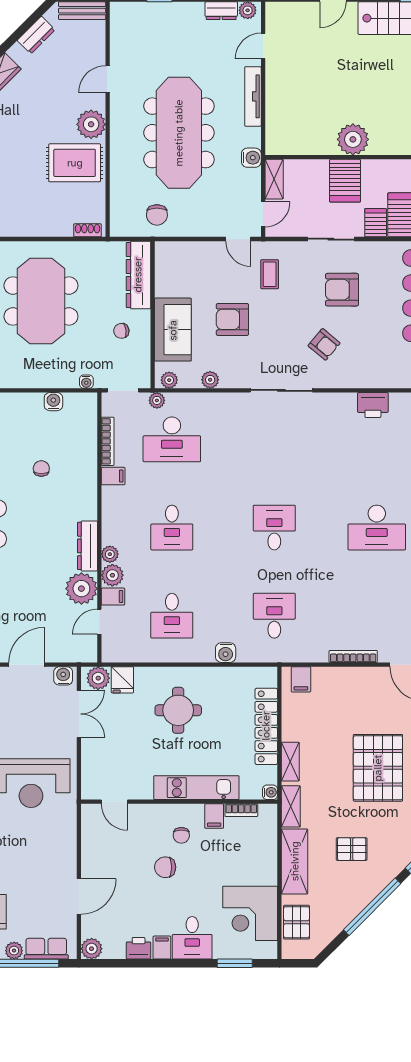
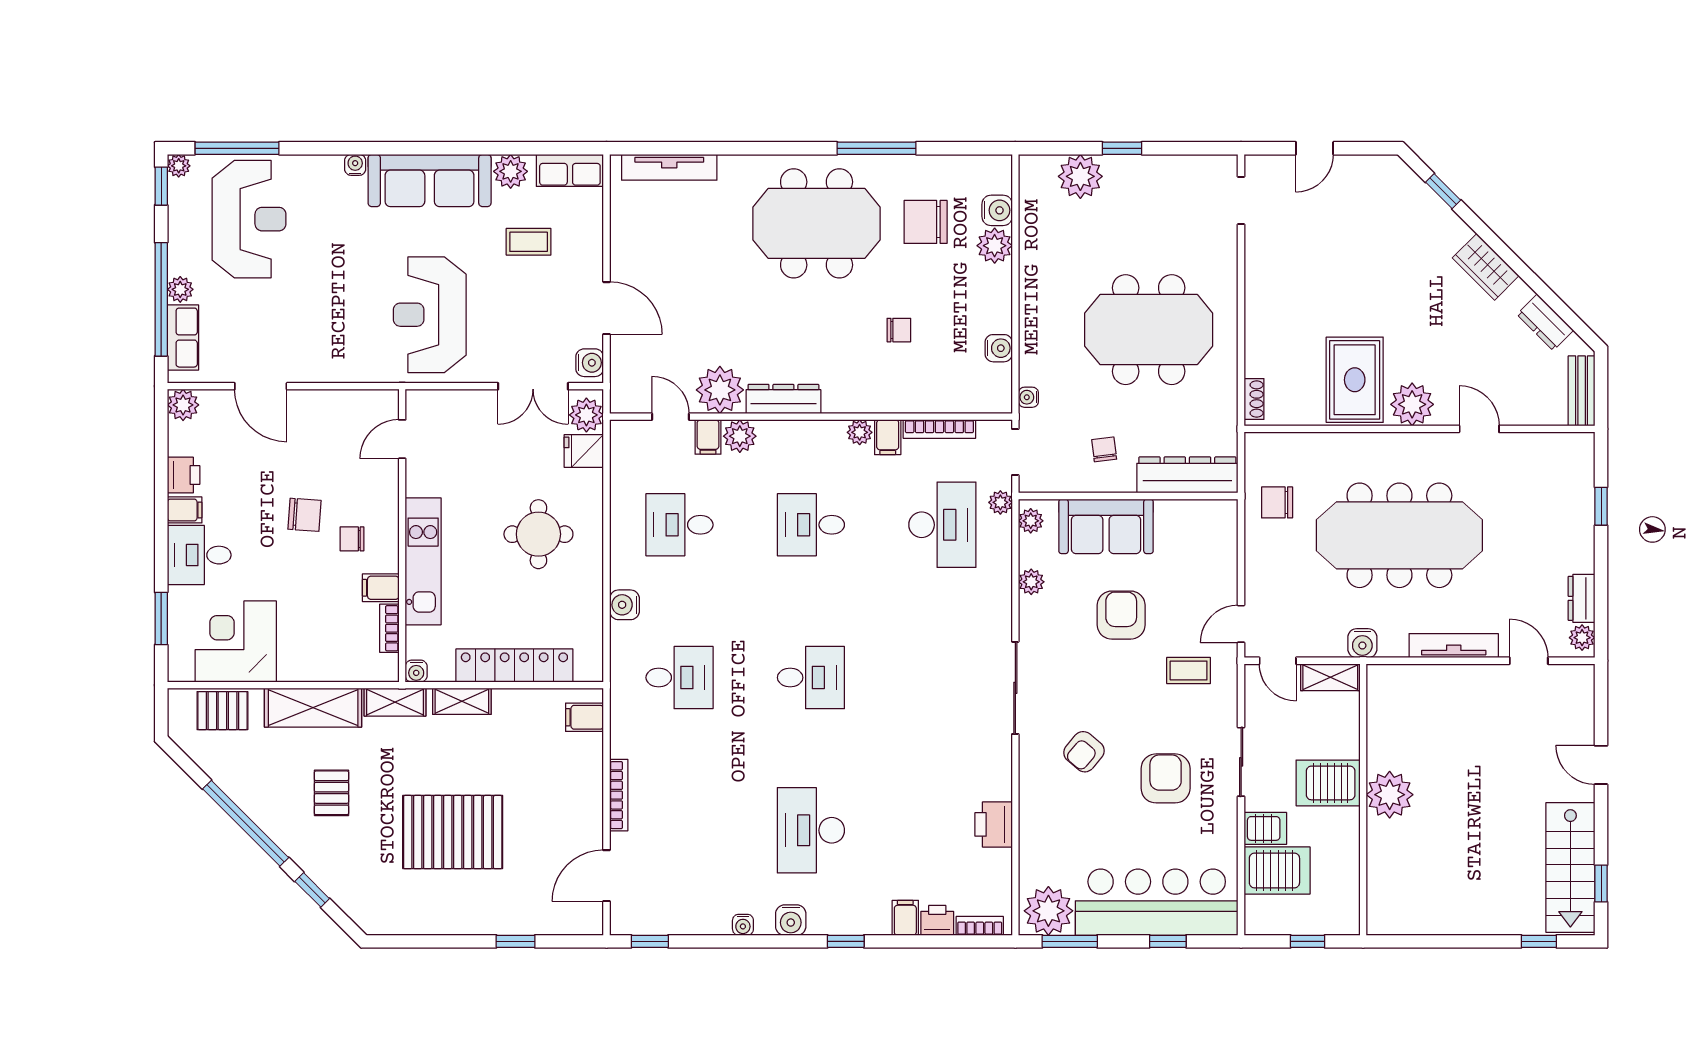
desk: (172, 439) -> (942, 525), turned 180
plant: (110, 554) -> (860, 432), moved
chair: (165, 867) -> (304, 515), turned 94

